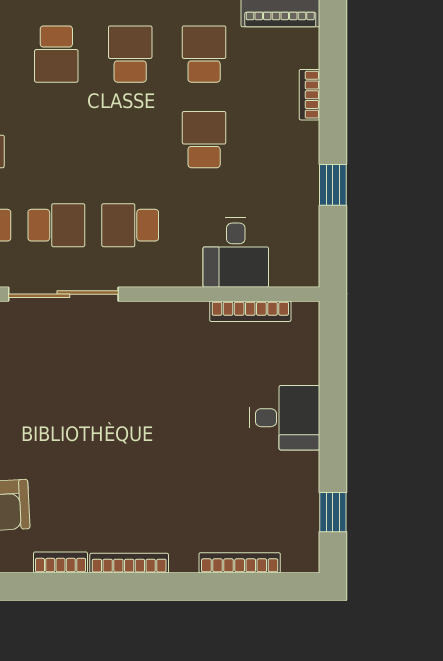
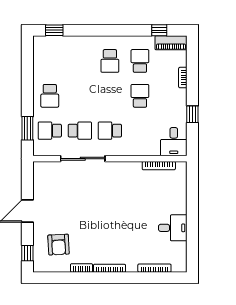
school desk: (56, 54) -> (80, 61), removed
school desk: (130, 54) -> (110, 61), turned 180
desk: (236, 252) -> (174, 142), moved
desk: (285, 418) -> (173, 228), moved
window: (333, 512) -> (192, 247), removed

